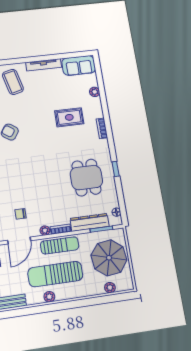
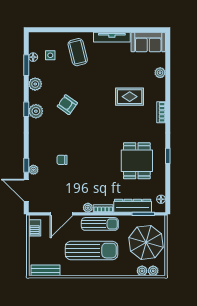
chair: (20, 214) -> (62, 160), moved
sun lounger: (55, 274) -> (92, 251), turned 180
plant: (49, 297) -> (153, 271), moved

